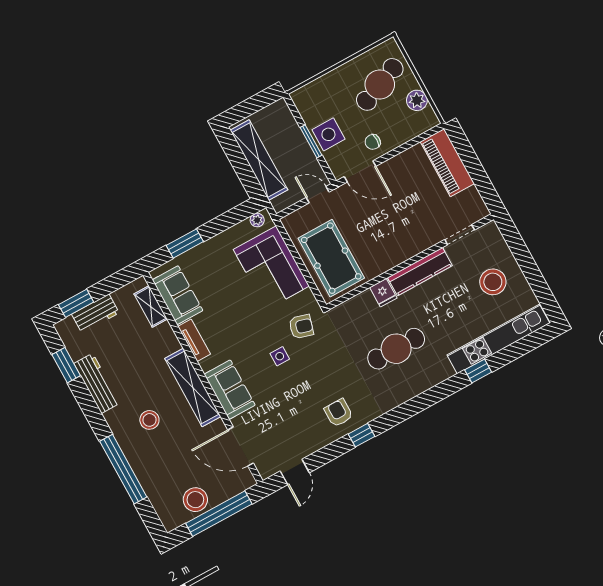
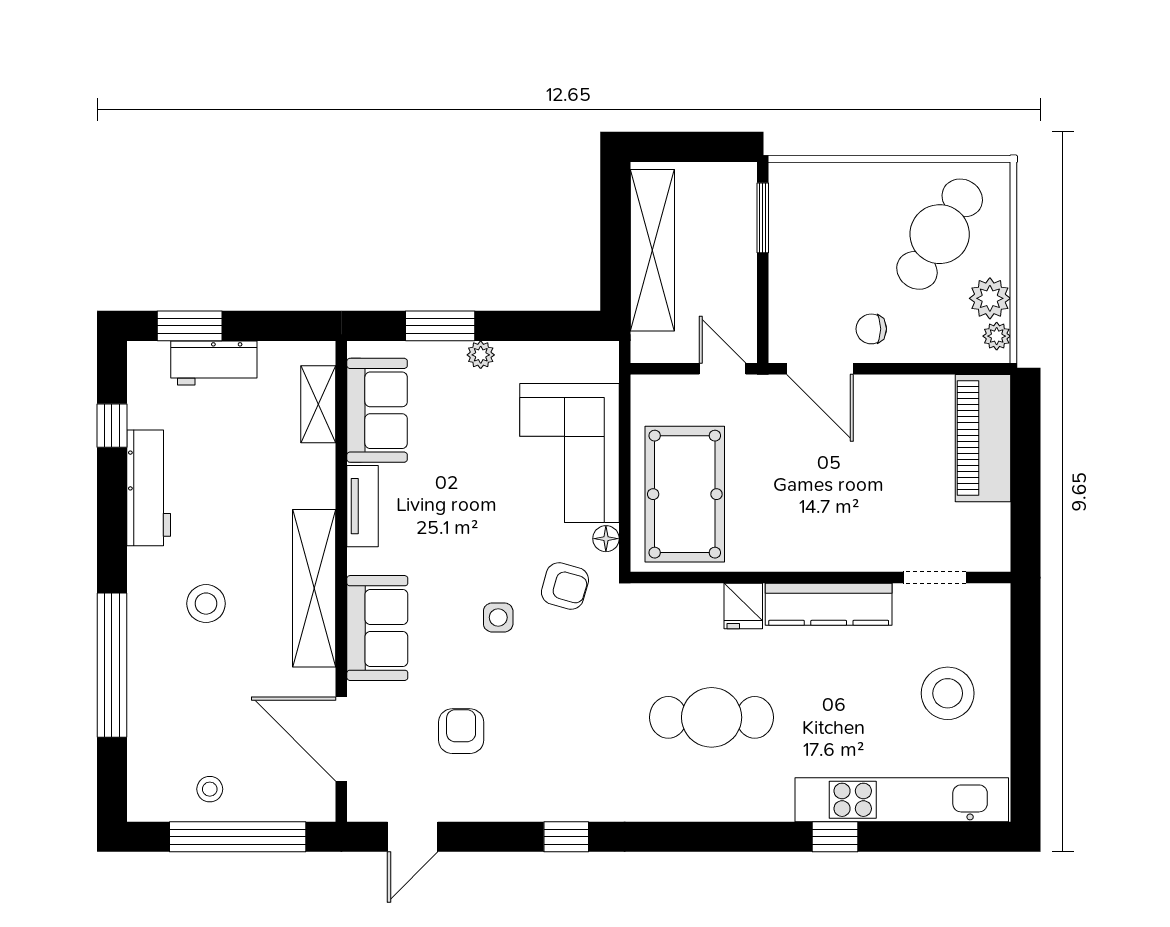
cafe table: (380, 84) -> (940, 234), turned -36
plant: (429, 115) -> (997, 336), added
side table: (328, 134) -> (800, 272), removed
window: (311, 141) -> (763, 218), moved
plant: (257, 220) -> (481, 355), moved
floor lamp: (308, 296) -> (606, 539), added
window: (66, 365) -> (112, 426), width x0.67
armchair: (338, 413) -> (461, 731), moved
stool: (195, 500) -> (210, 789), width x0.53, depth x0.53

